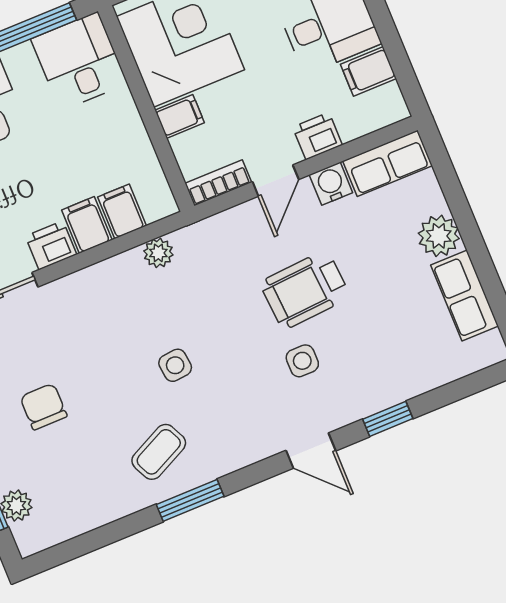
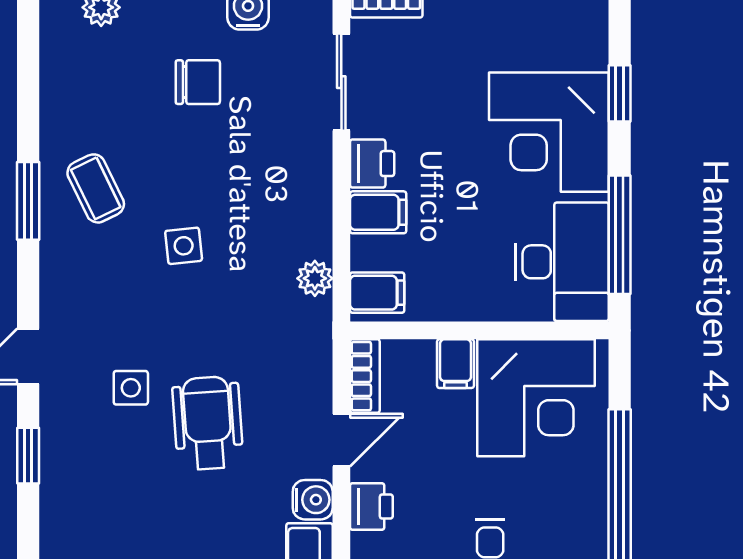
desk: (79, 61) -> (562, 262), width x1.37
door: (276, 181) -> (341, 440), swing flipped
filing cabinet: (122, 211) -> (377, 293), moved

